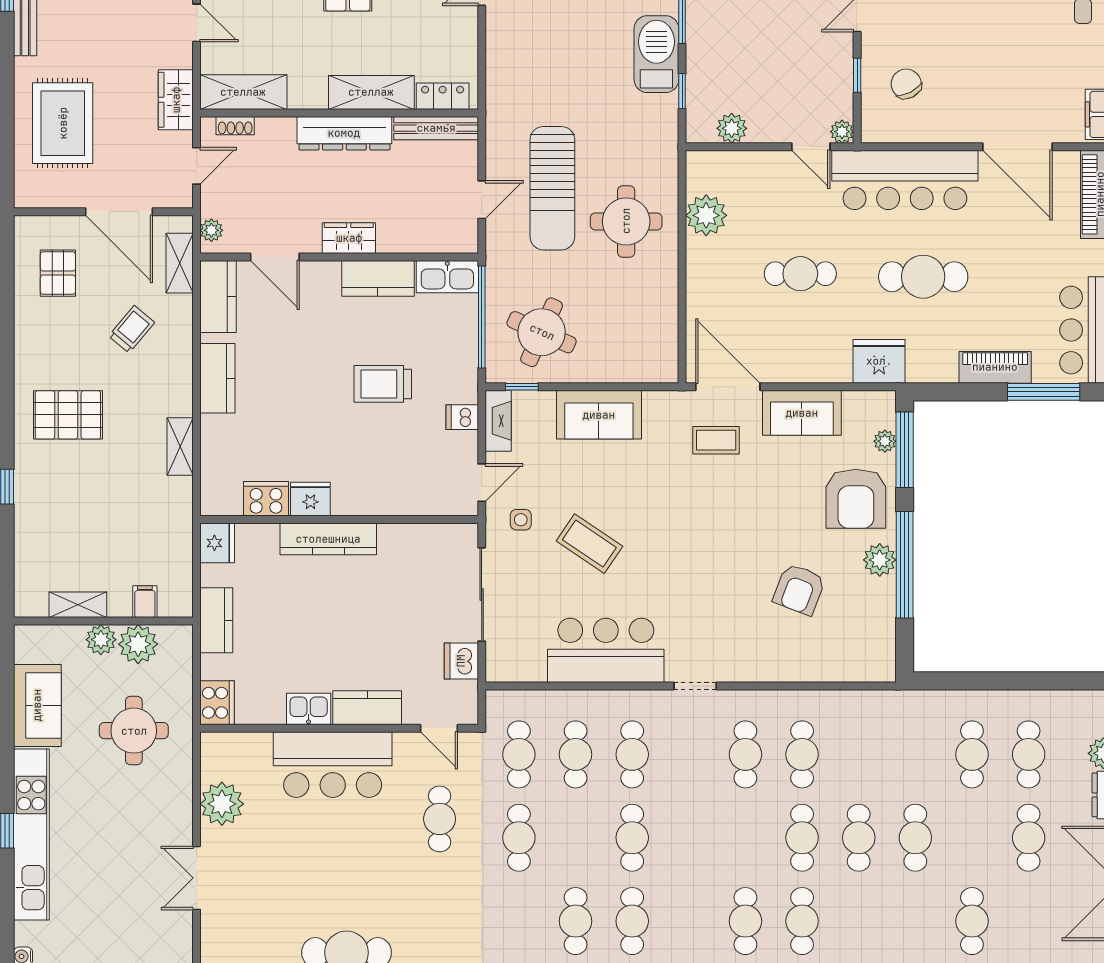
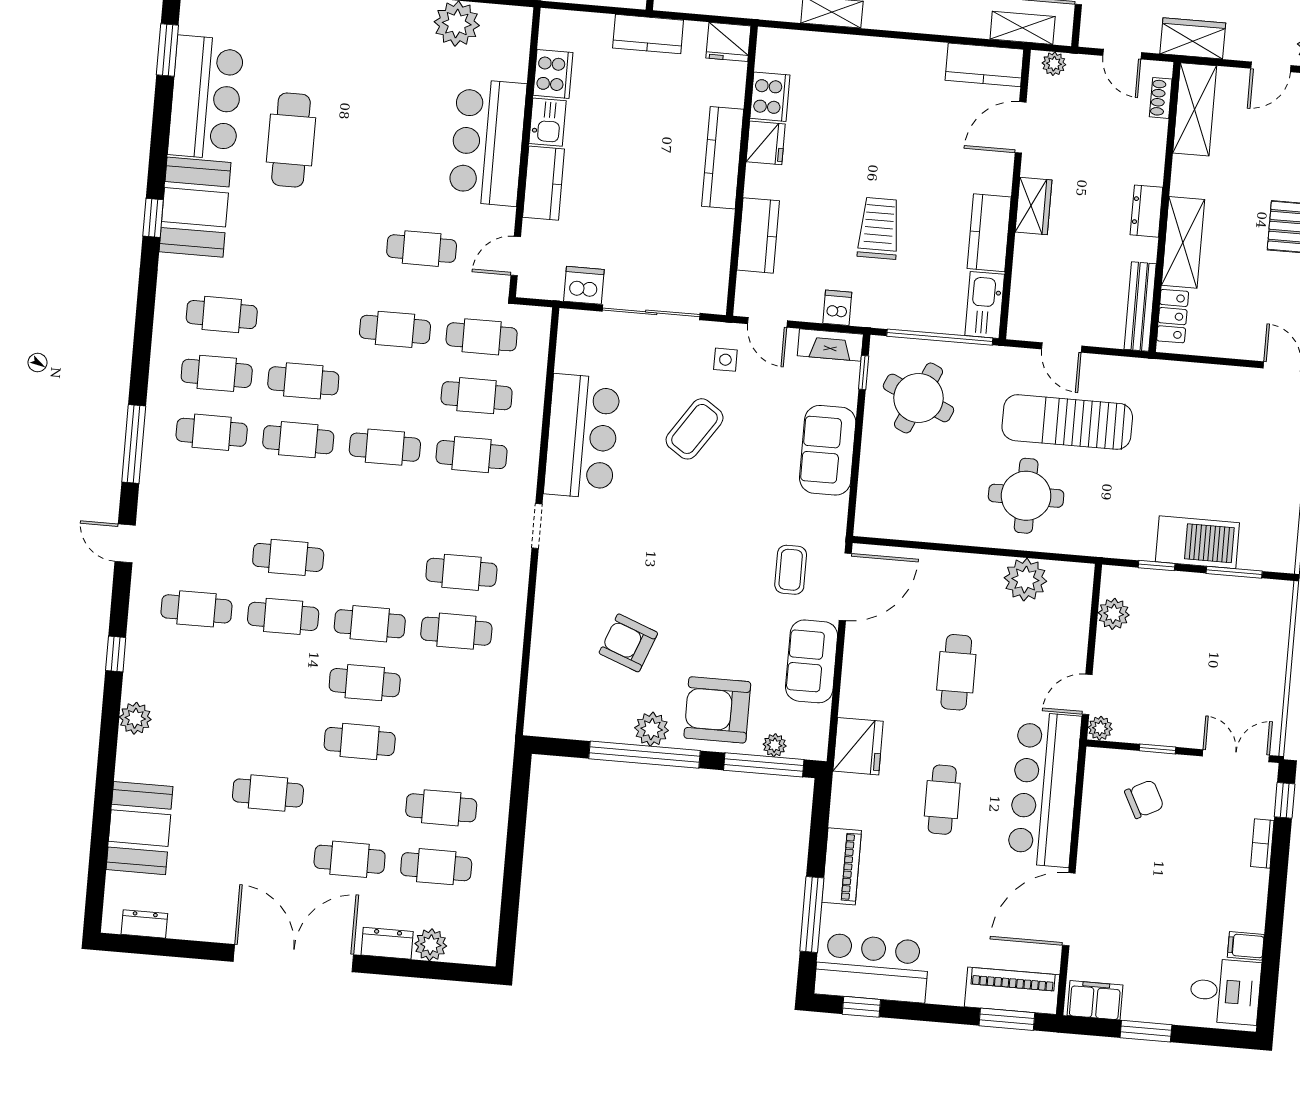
dresser: (344, 133) -> (1146, 211), width x0.51, depth x0.80
cafe table: (923, 277) -> (942, 800), width x0.73, depth x0.74
kitchen counter: (217, 378) -> (758, 235), moved, turned -90
cooker: (217, 703) -> (553, 74), moved, turned -90

